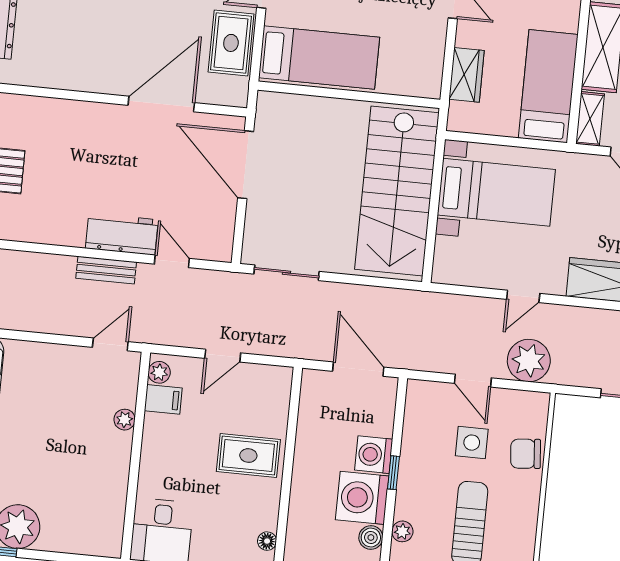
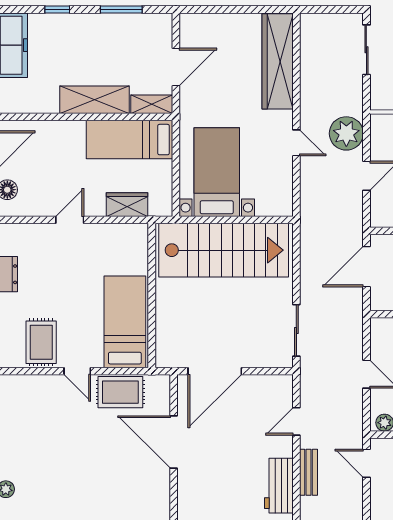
workbench: (122, 234) -> (279, 486), moved

